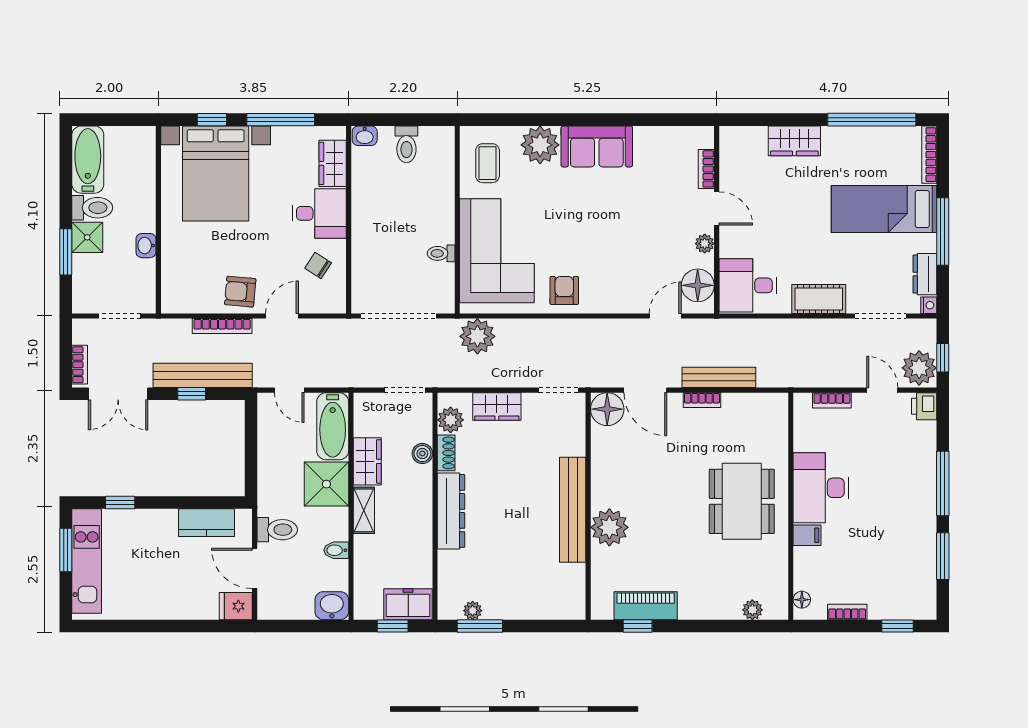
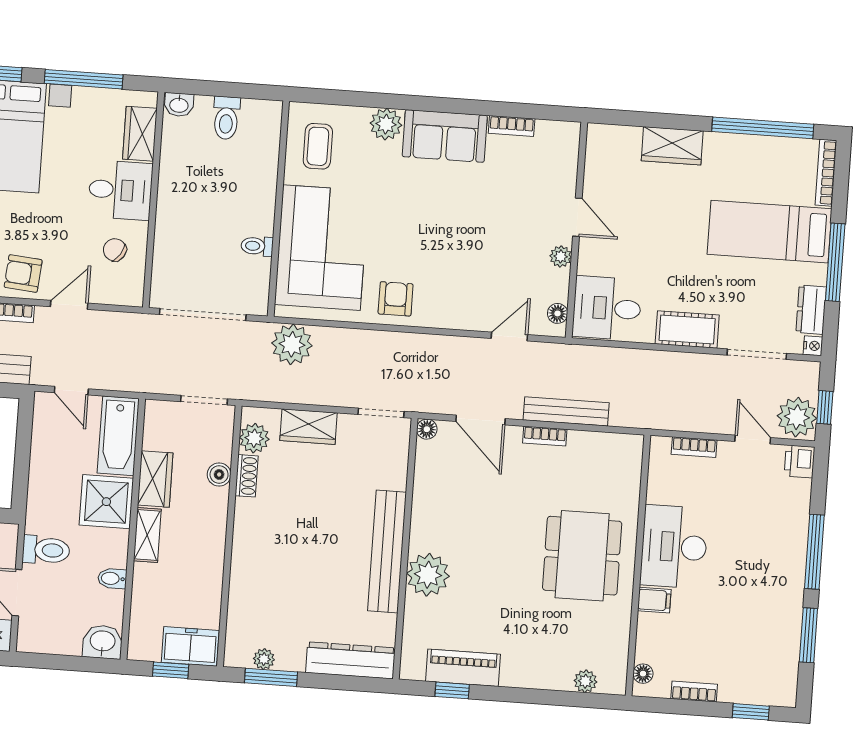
plant: (540, 145) -> (386, 124), width x0.73, depth x0.73
bookcase: (706, 169) -> (512, 126), moved, turned -90
floor lamp: (698, 285) -> (558, 313), width x0.53, depth x0.53
floor lamp: (607, 409) -> (427, 429), width x0.53, depth x0.53
dresser: (451, 511) -> (350, 660), moved, turned -90

